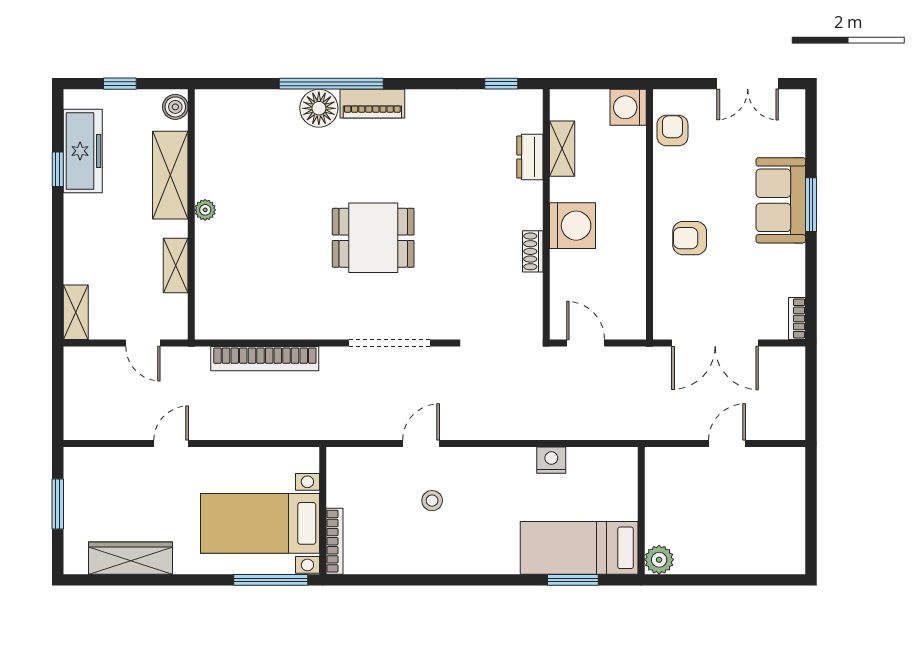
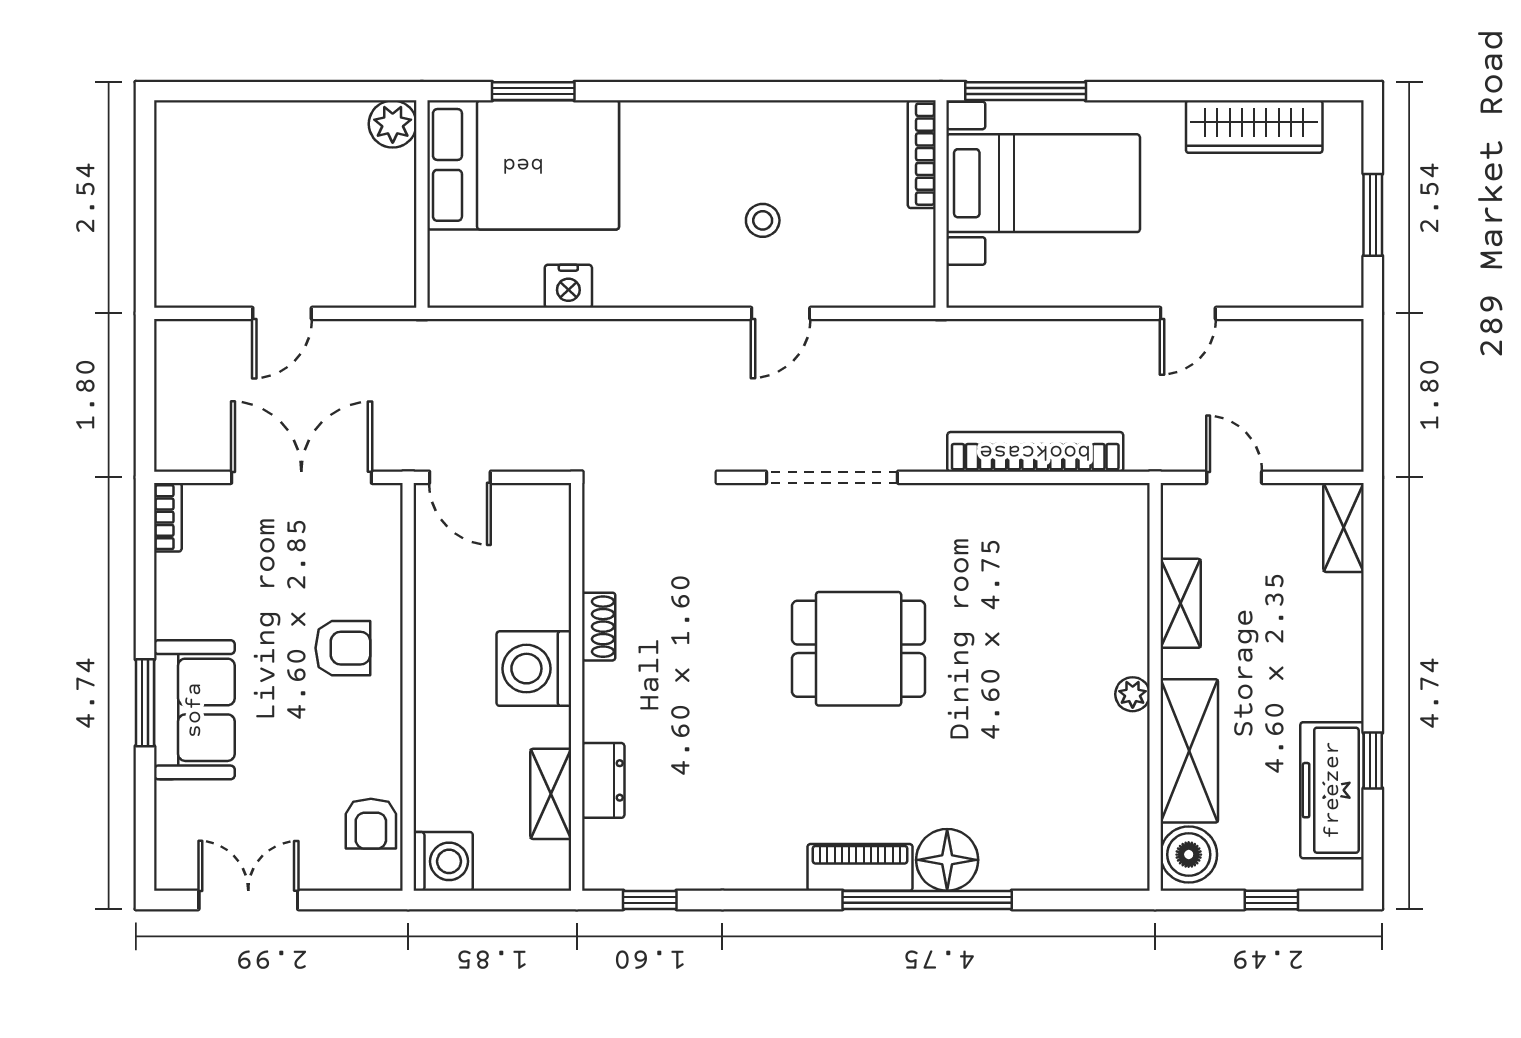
boiler: (175, 107) -> (1189, 855), width x1.36, depth x1.36
door: (586, 343) -> (460, 477), moved
bed: (579, 548) -> (523, 165), width x1.50

